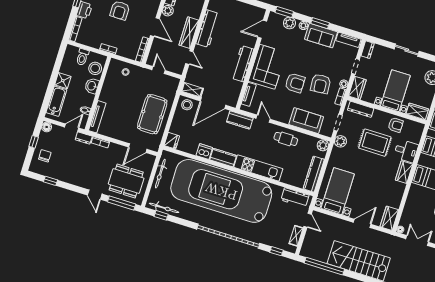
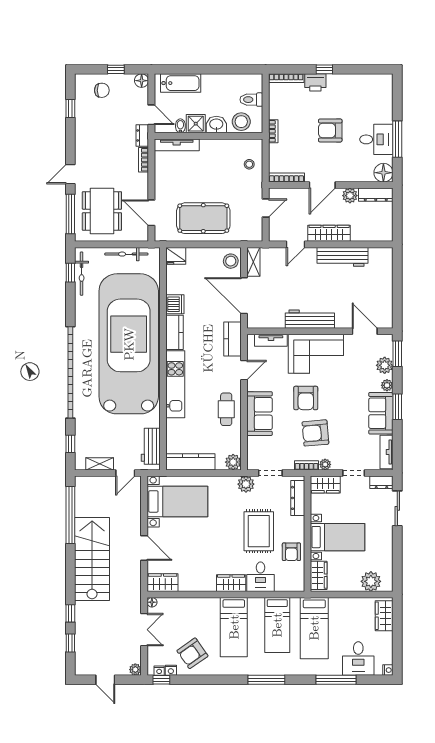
sliding door: (407, 50) -> (397, 508), moved
shower: (63, 81) -> (196, 124), moved
sofa: (306, 121) -> (260, 414), moved

